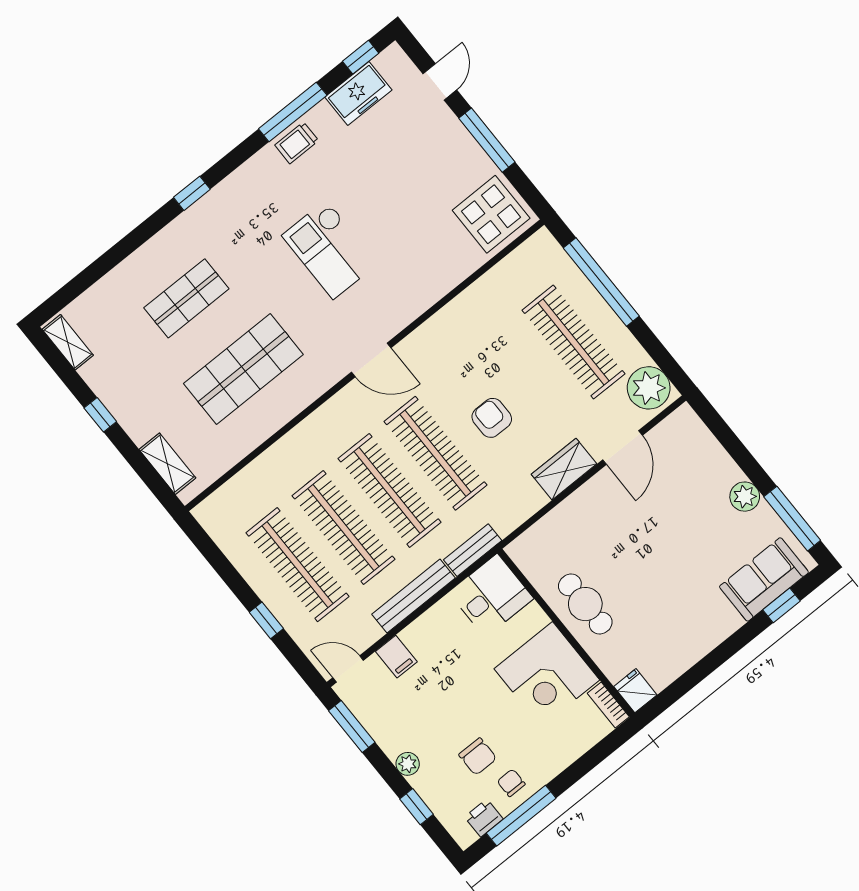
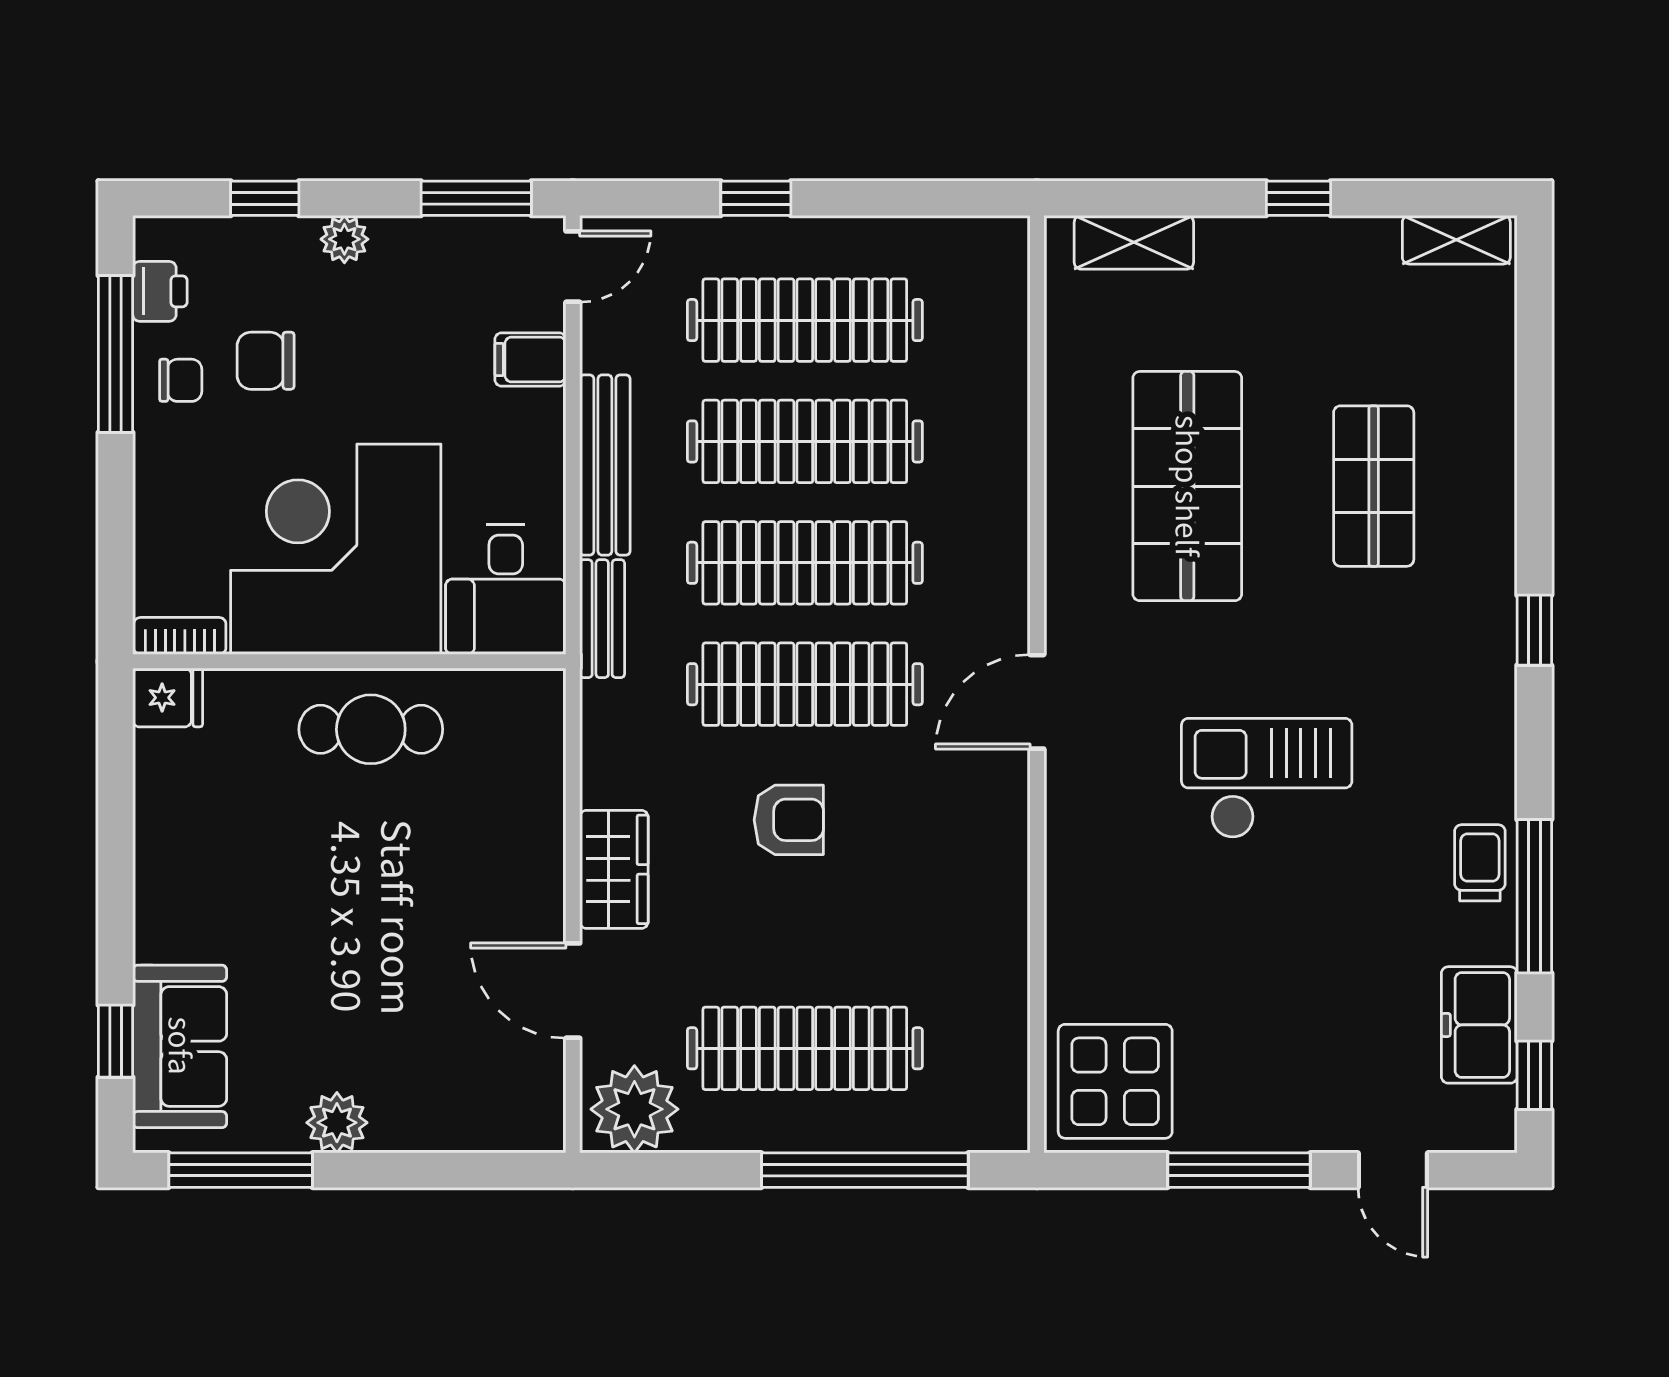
corner desk: (547, 674) -> (336, 549), width x1.36, depth x1.36

